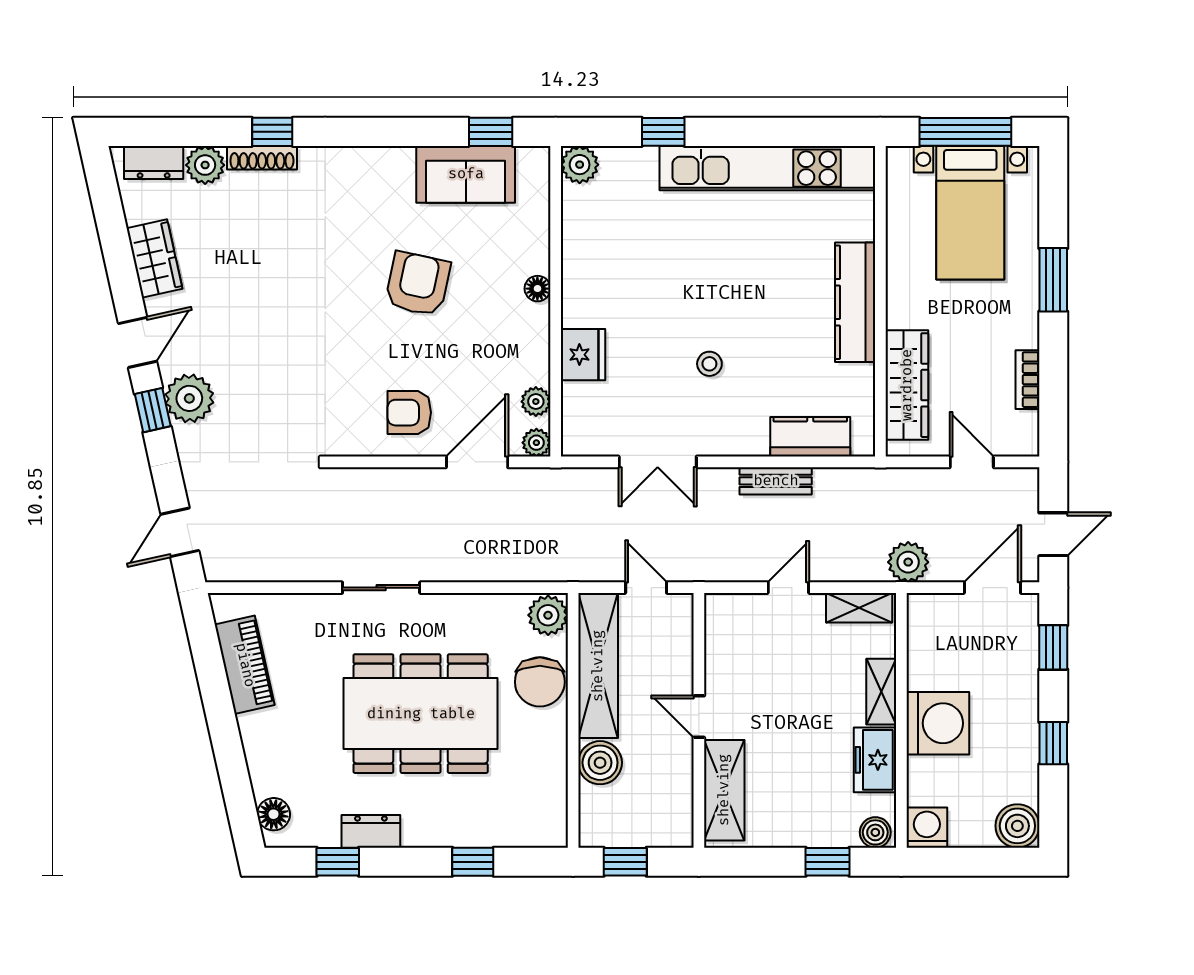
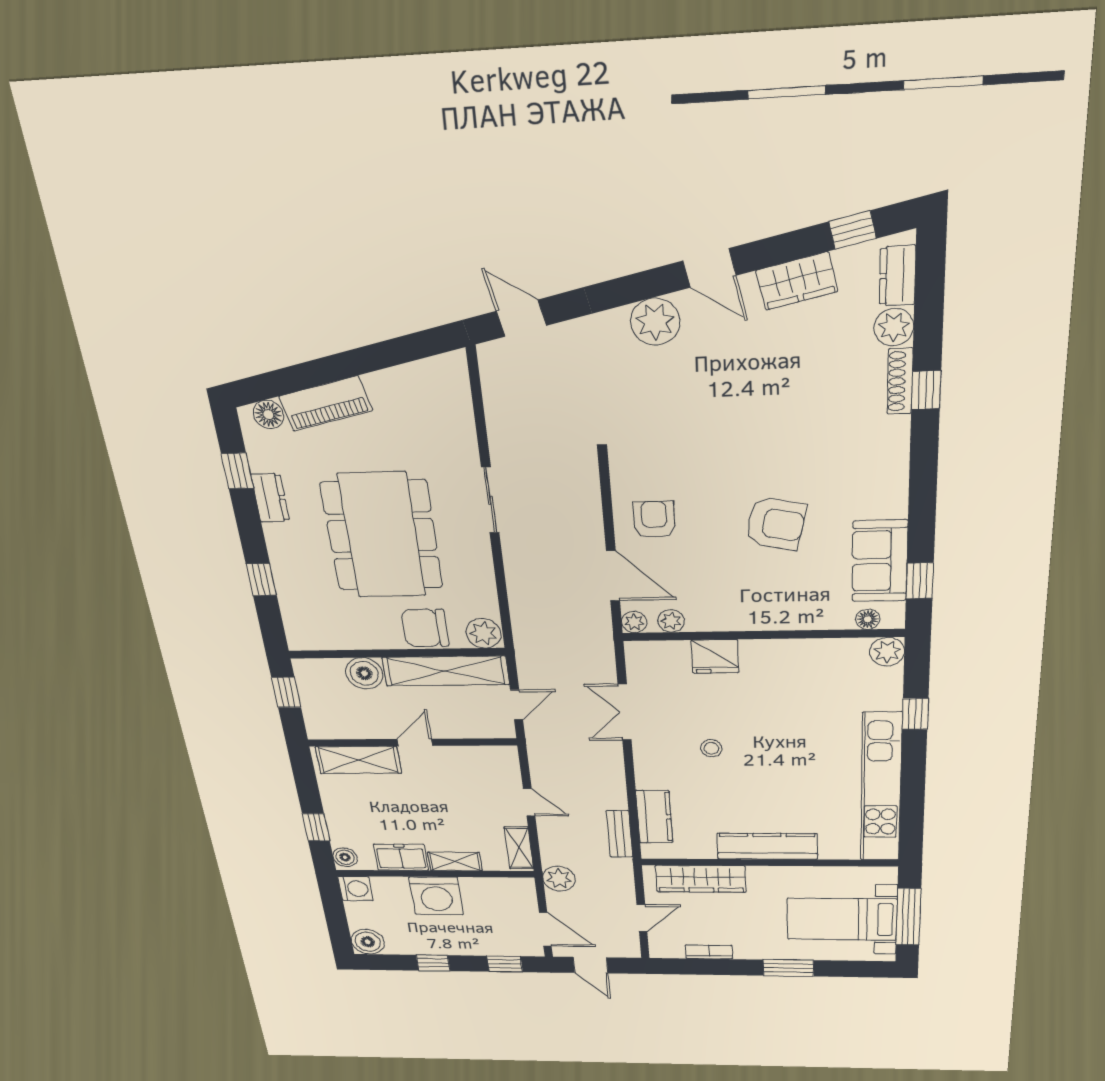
floor lamp: (537, 289) -> (868, 619), moved
window: (153, 410) -> (853, 230), moved
bench: (776, 481) -> (619, 834), moved
piano: (245, 665) -> (326, 404), moved

